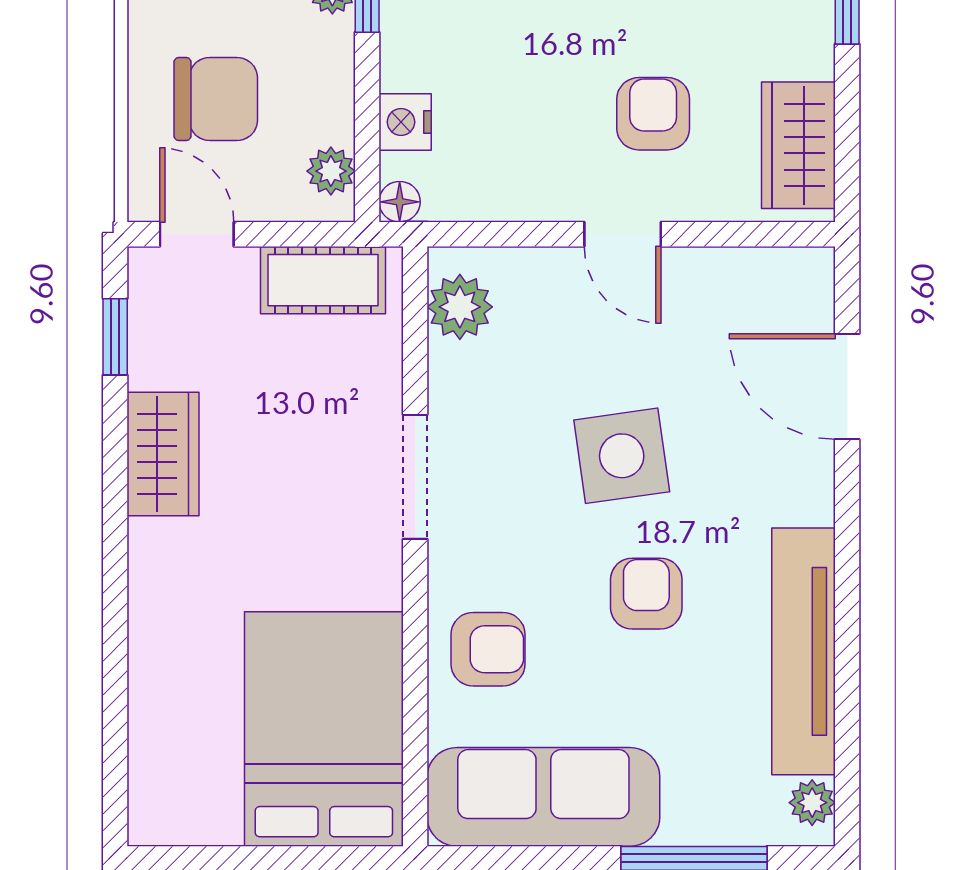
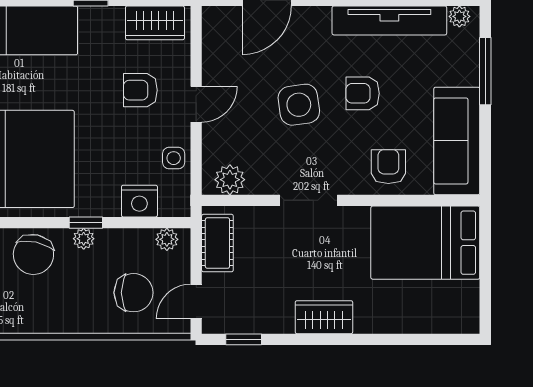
chair: (216, 99) -> (134, 293), turned 90
nightstand: (405, 122) -> (139, 201), width x1.36, depth x1.33
side table: (506, 186) -> (174, 158), added
floor lamp: (400, 202) -> (181, 208), removed
wardrobe: (163, 454) -> (324, 317), moved

